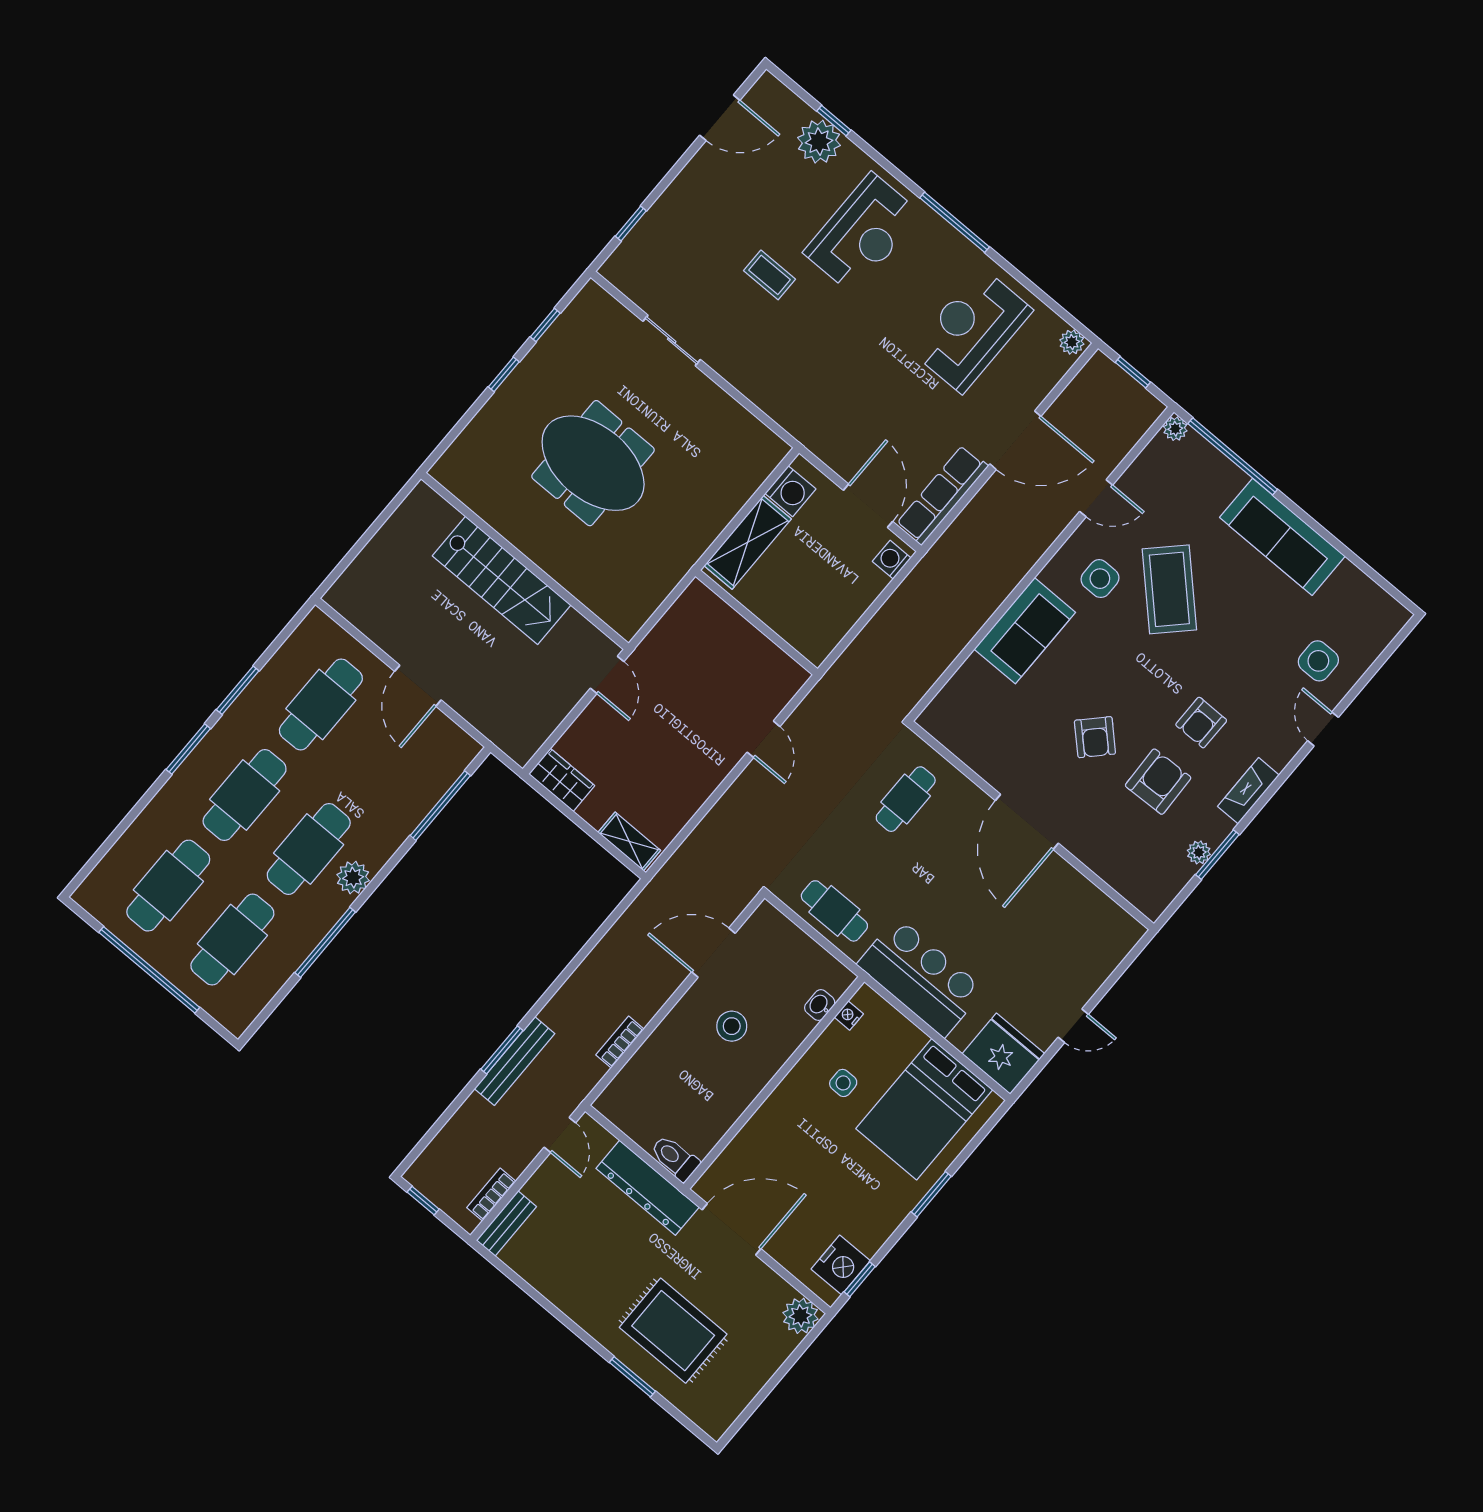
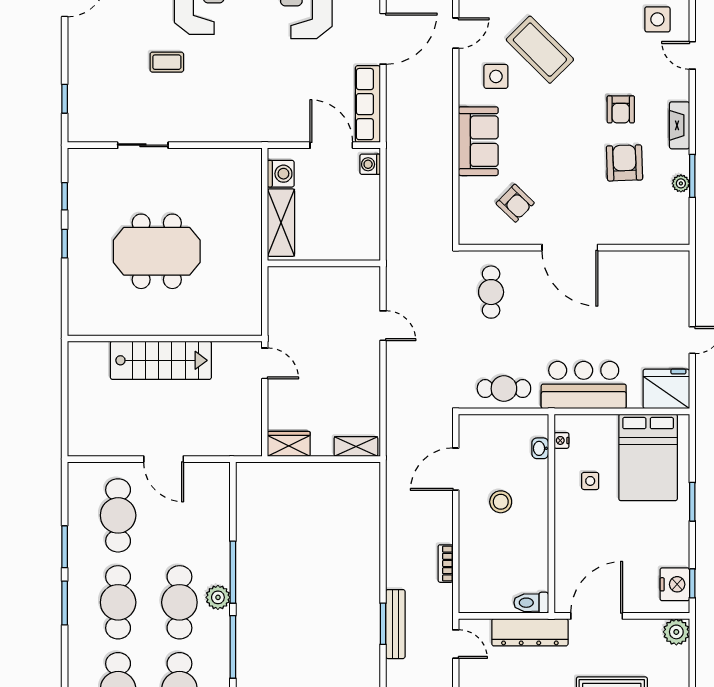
armchair: (1095, 737) -> (515, 203), moved
window: (440, 806) -> (233, 572), moved

